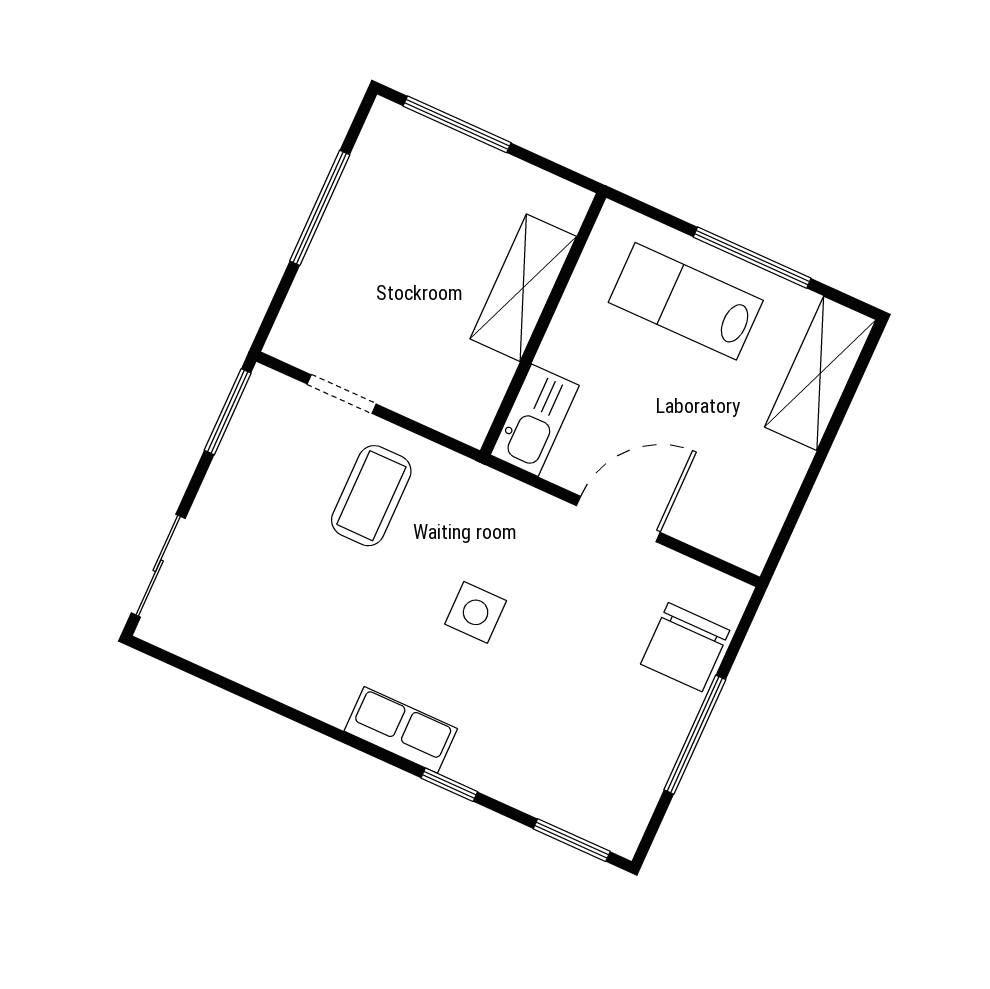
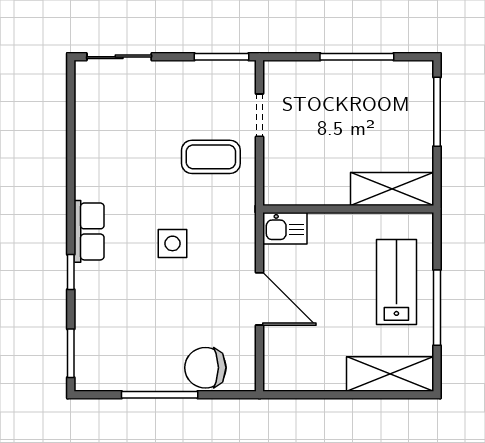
shelving: (523, 288) -> (392, 189), moved
kitchen sink: (535, 420) -> (285, 228), width x0.73

